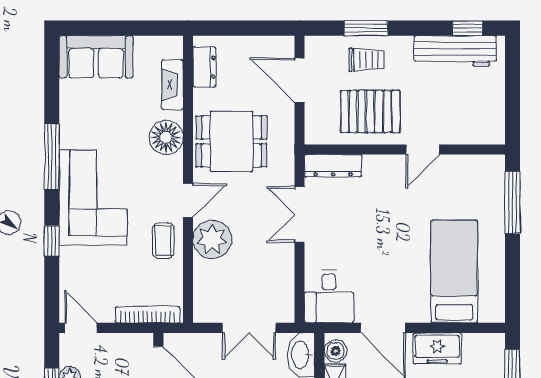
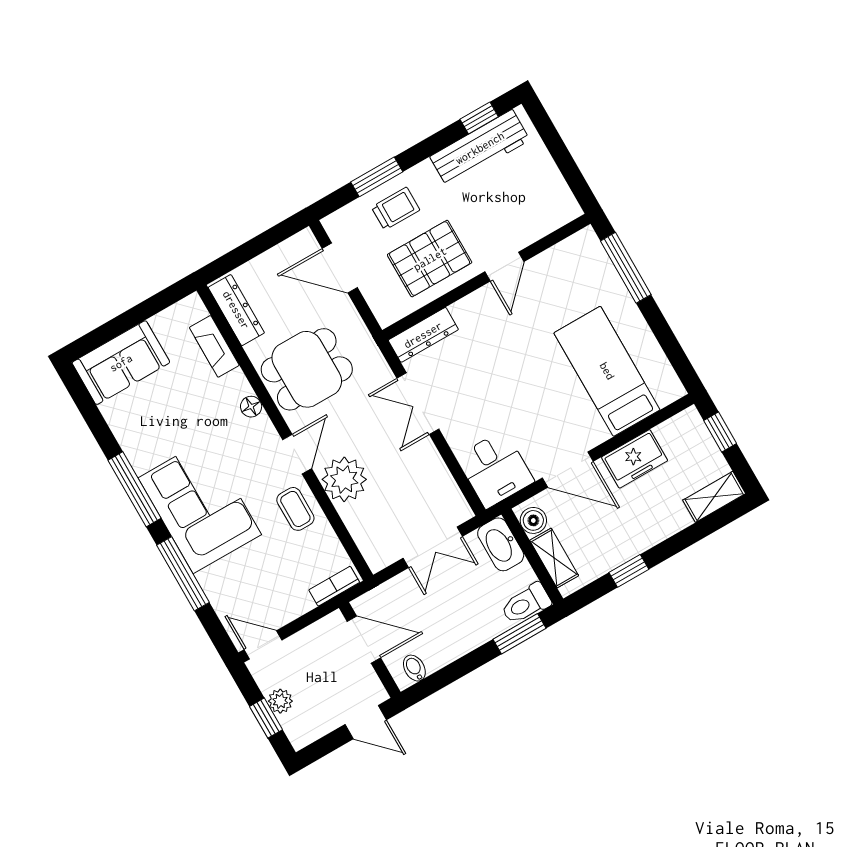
dresser: (204, 67) -> (236, 310), width x1.44
floor lamp: (166, 137) -> (251, 407), width x0.53, depth x0.53
window: (52, 241) -> (183, 574), width x2.17
bookcase: (147, 315) -> (334, 586), width x0.64

